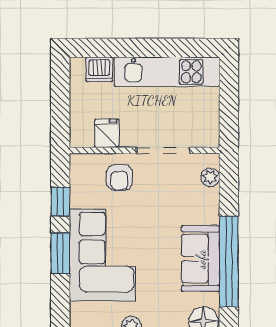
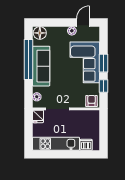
fridge: (107, 133) -> (38, 116), moved
armchair: (119, 177) -> (92, 101), moved
sofa: (201, 259) -> (41, 66), width x1.36

